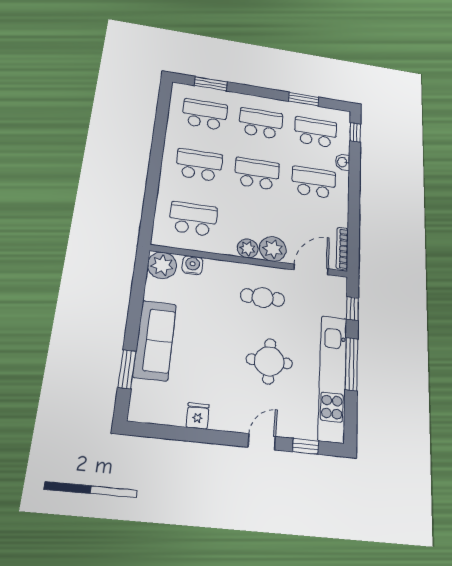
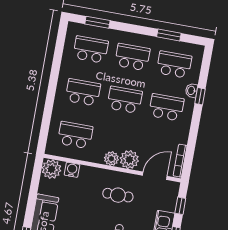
window: (355, 132) -> (200, 96), moved

